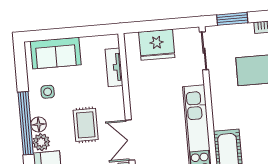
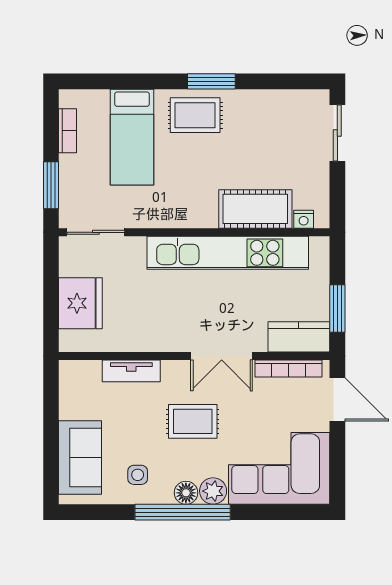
tv unit: (114, 67) -> (131, 371), moved

